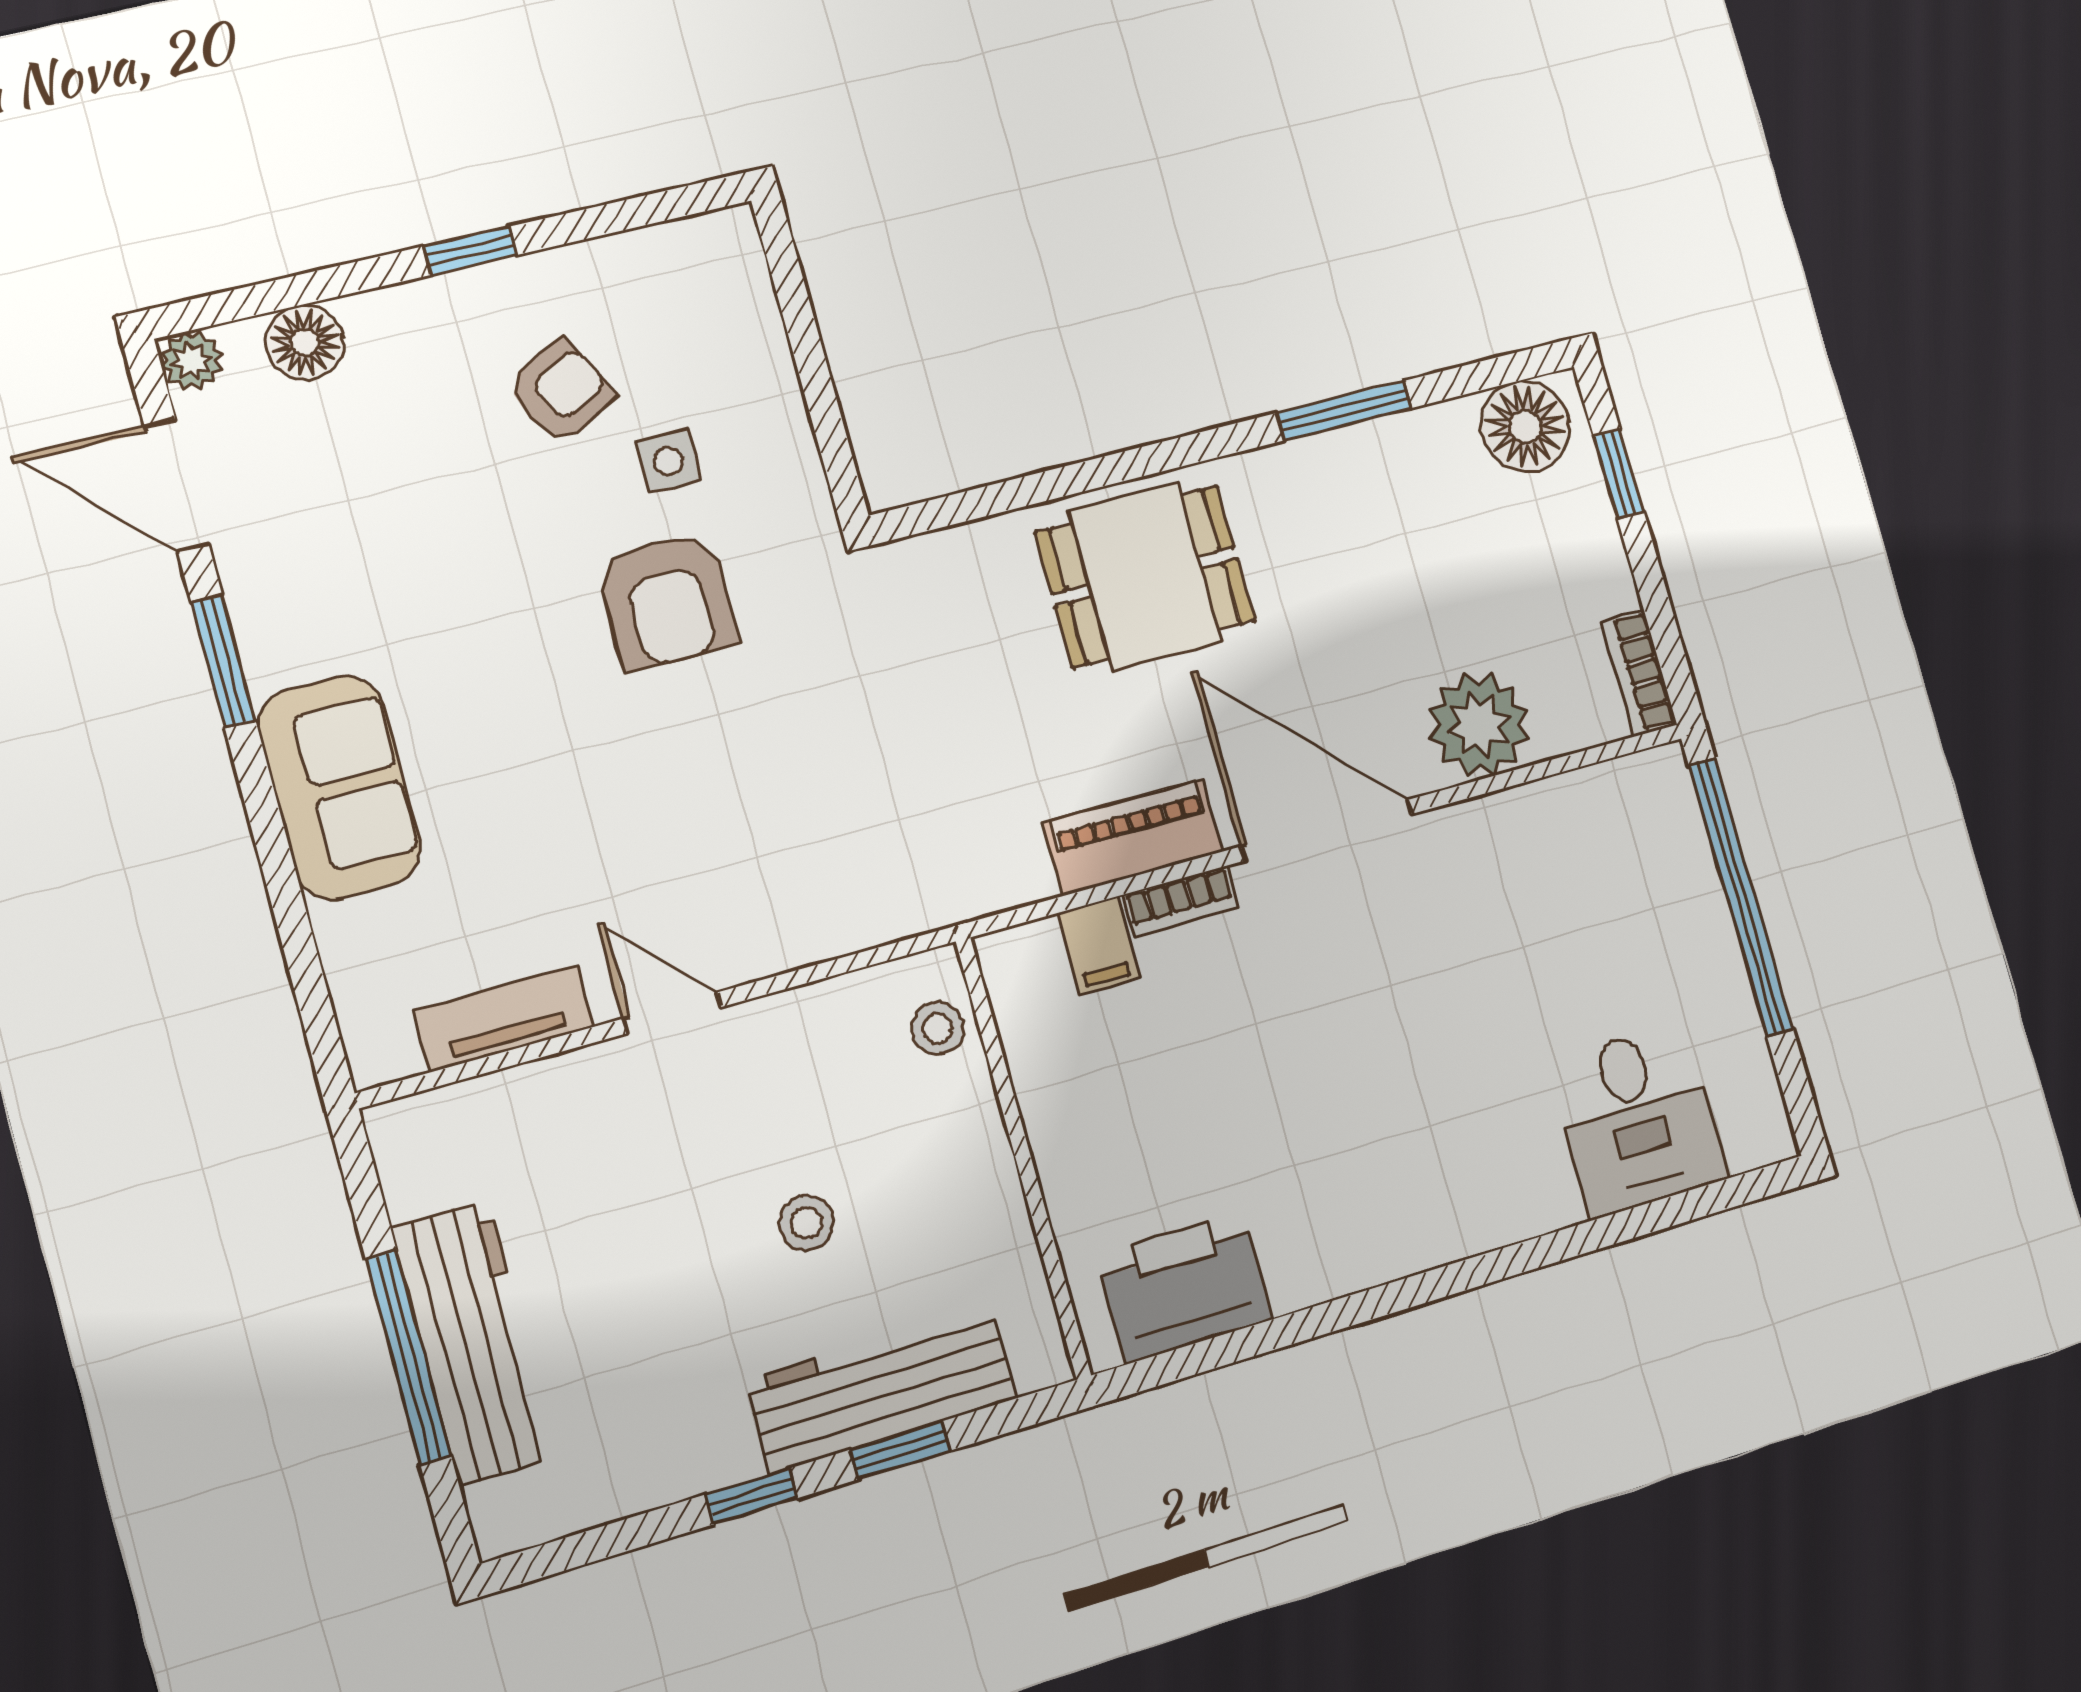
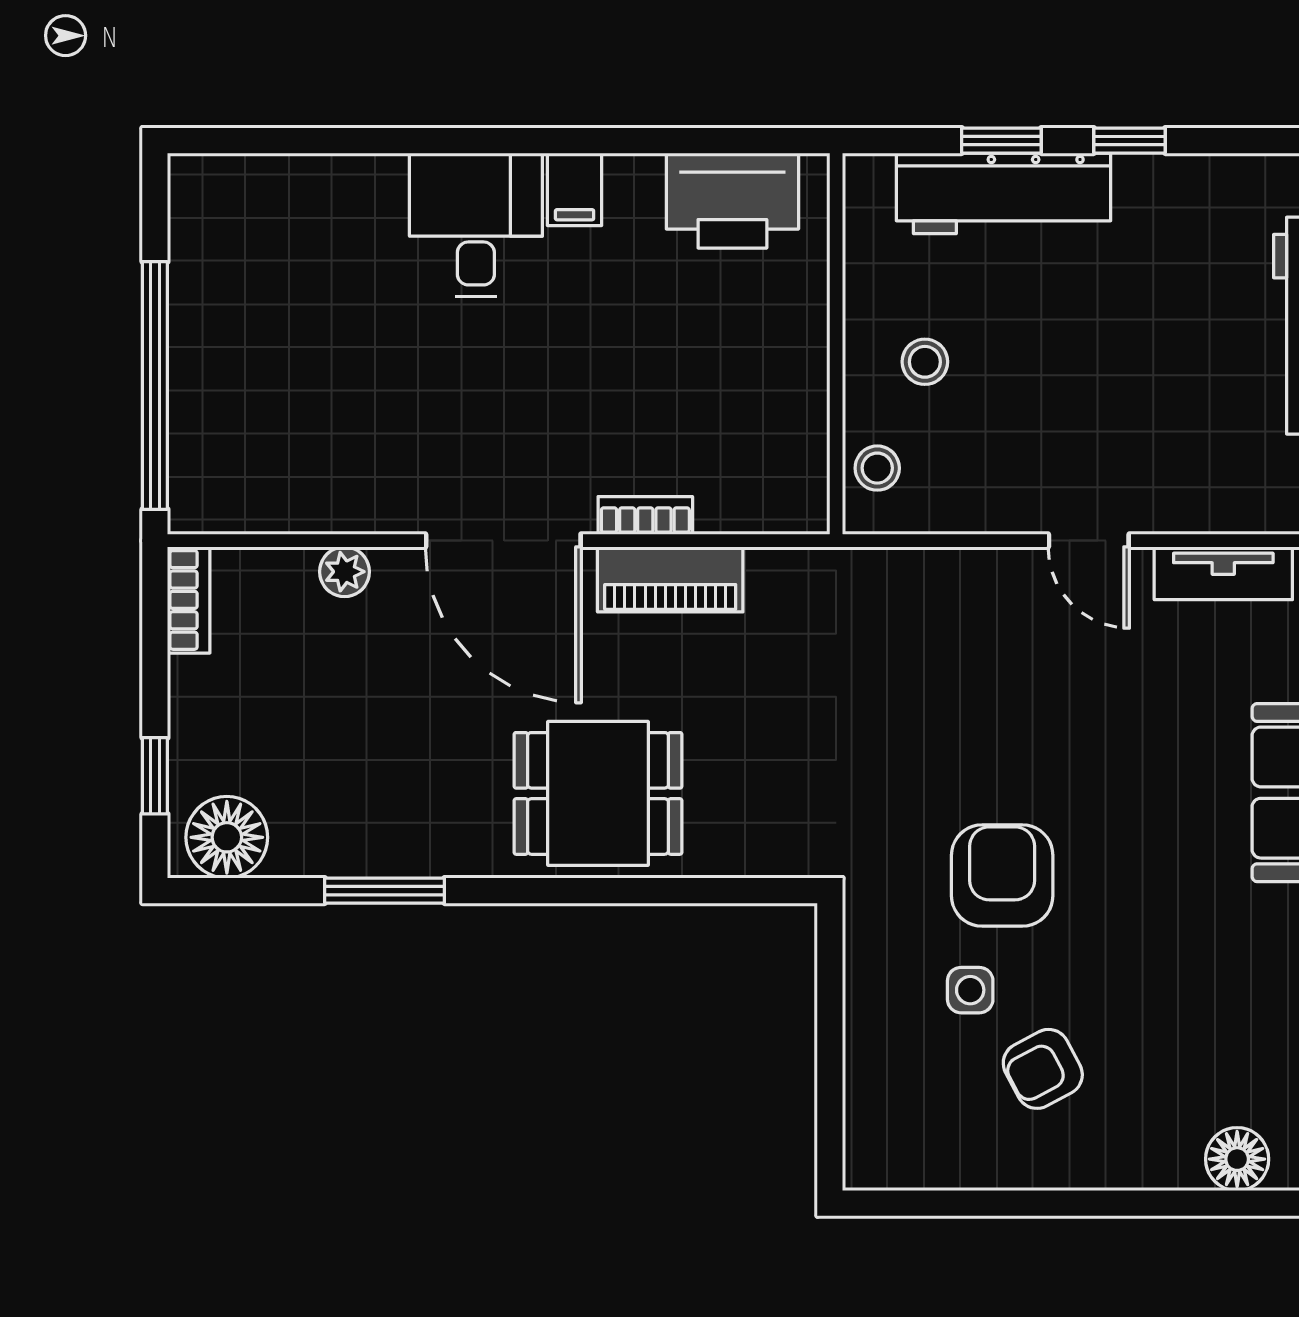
window: (470, 251) -> (1085, 1203), removed
plant: (1479, 725) -> (344, 572), width x0.53, depth x0.53
filing cabinet: (1099, 946) -> (575, 189), moved, turned 180
desk: (1637, 1120) -> (476, 225), moved
stool: (807, 1223) -> (925, 362), moved

